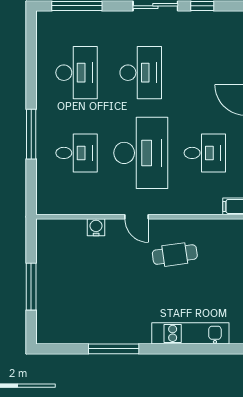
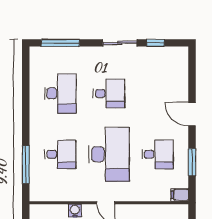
desk: (141, 73) -> (109, 93), width x0.73
window: (31, 134) -> (26, 165), moved

